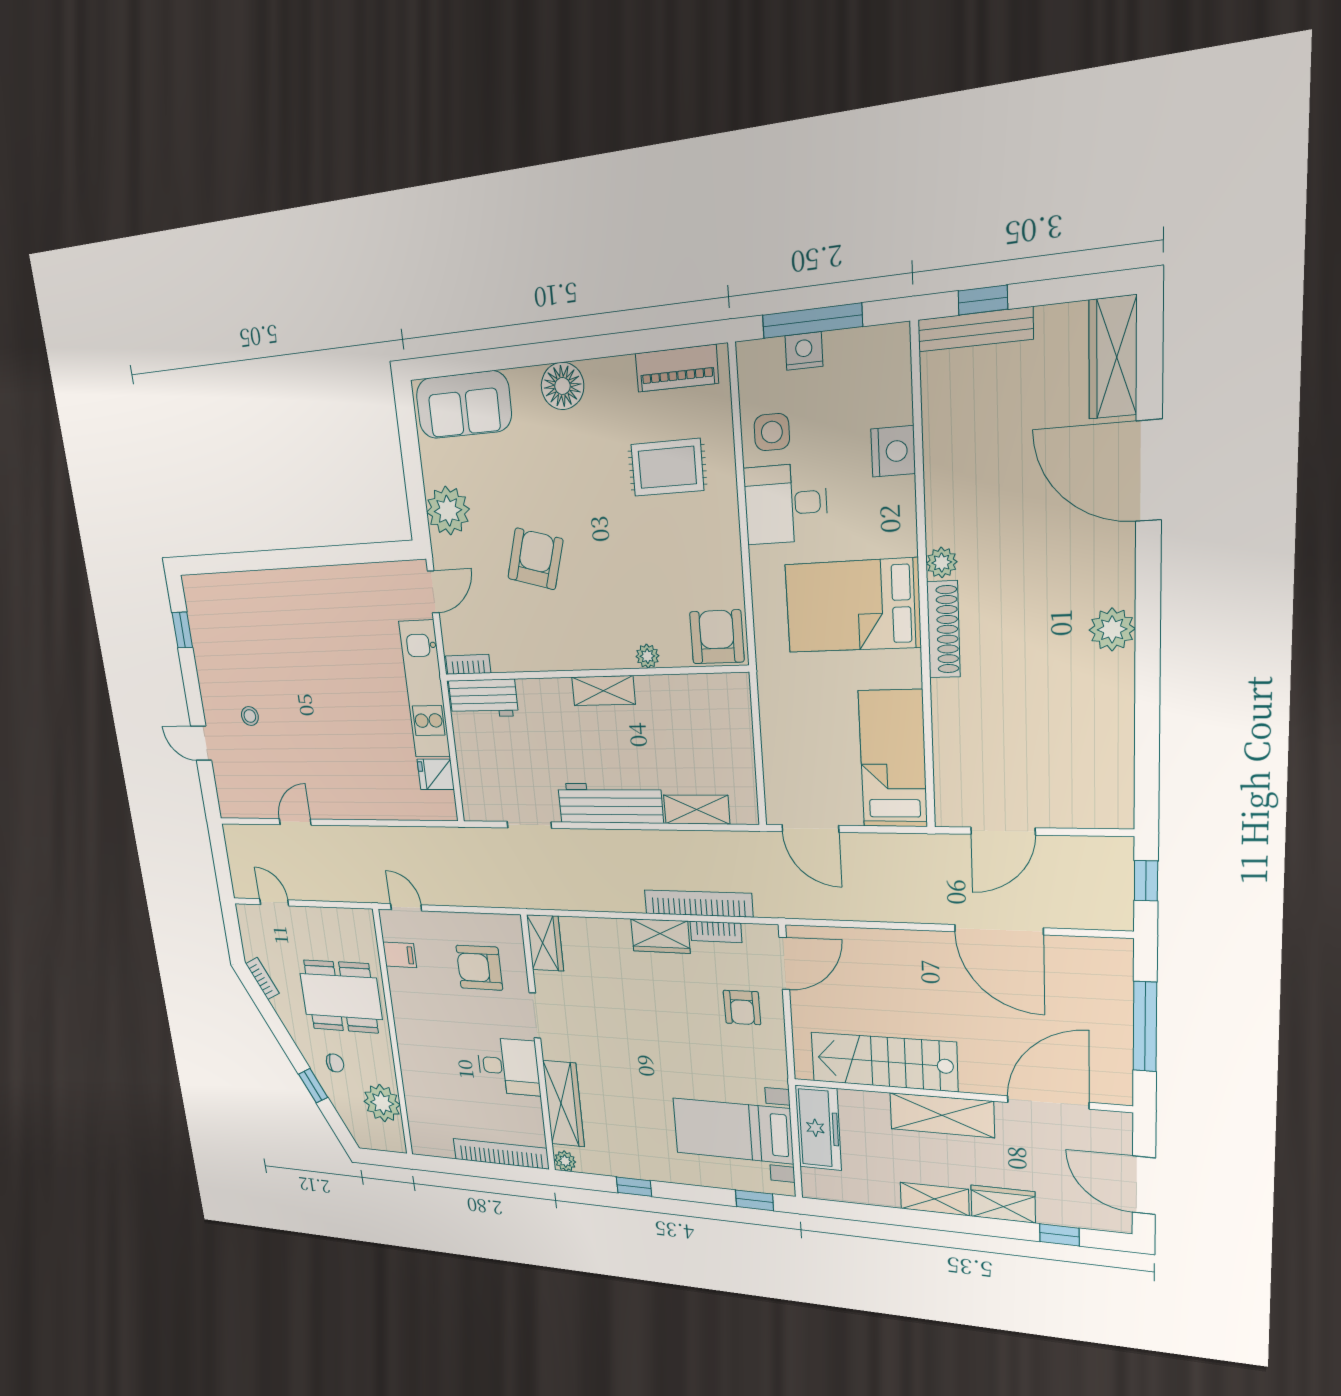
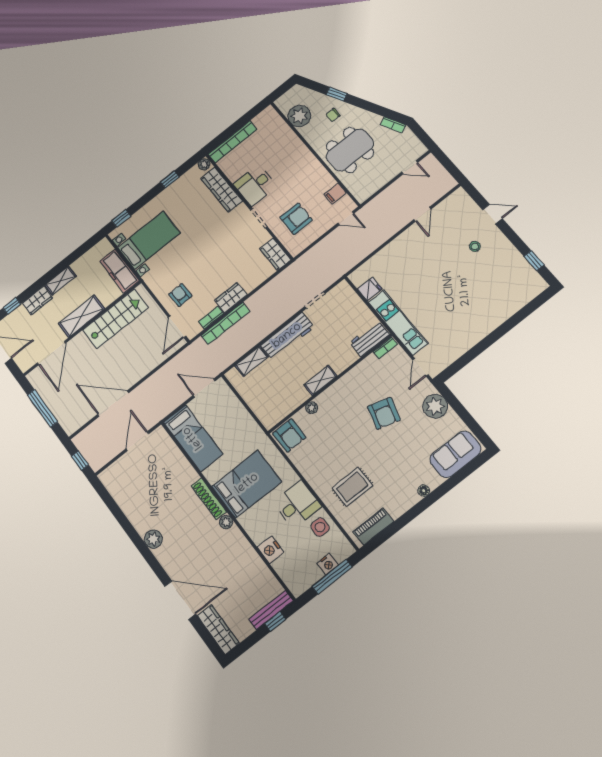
floor lamp: (562, 386) -> (424, 491), width x0.53, depth x0.53

